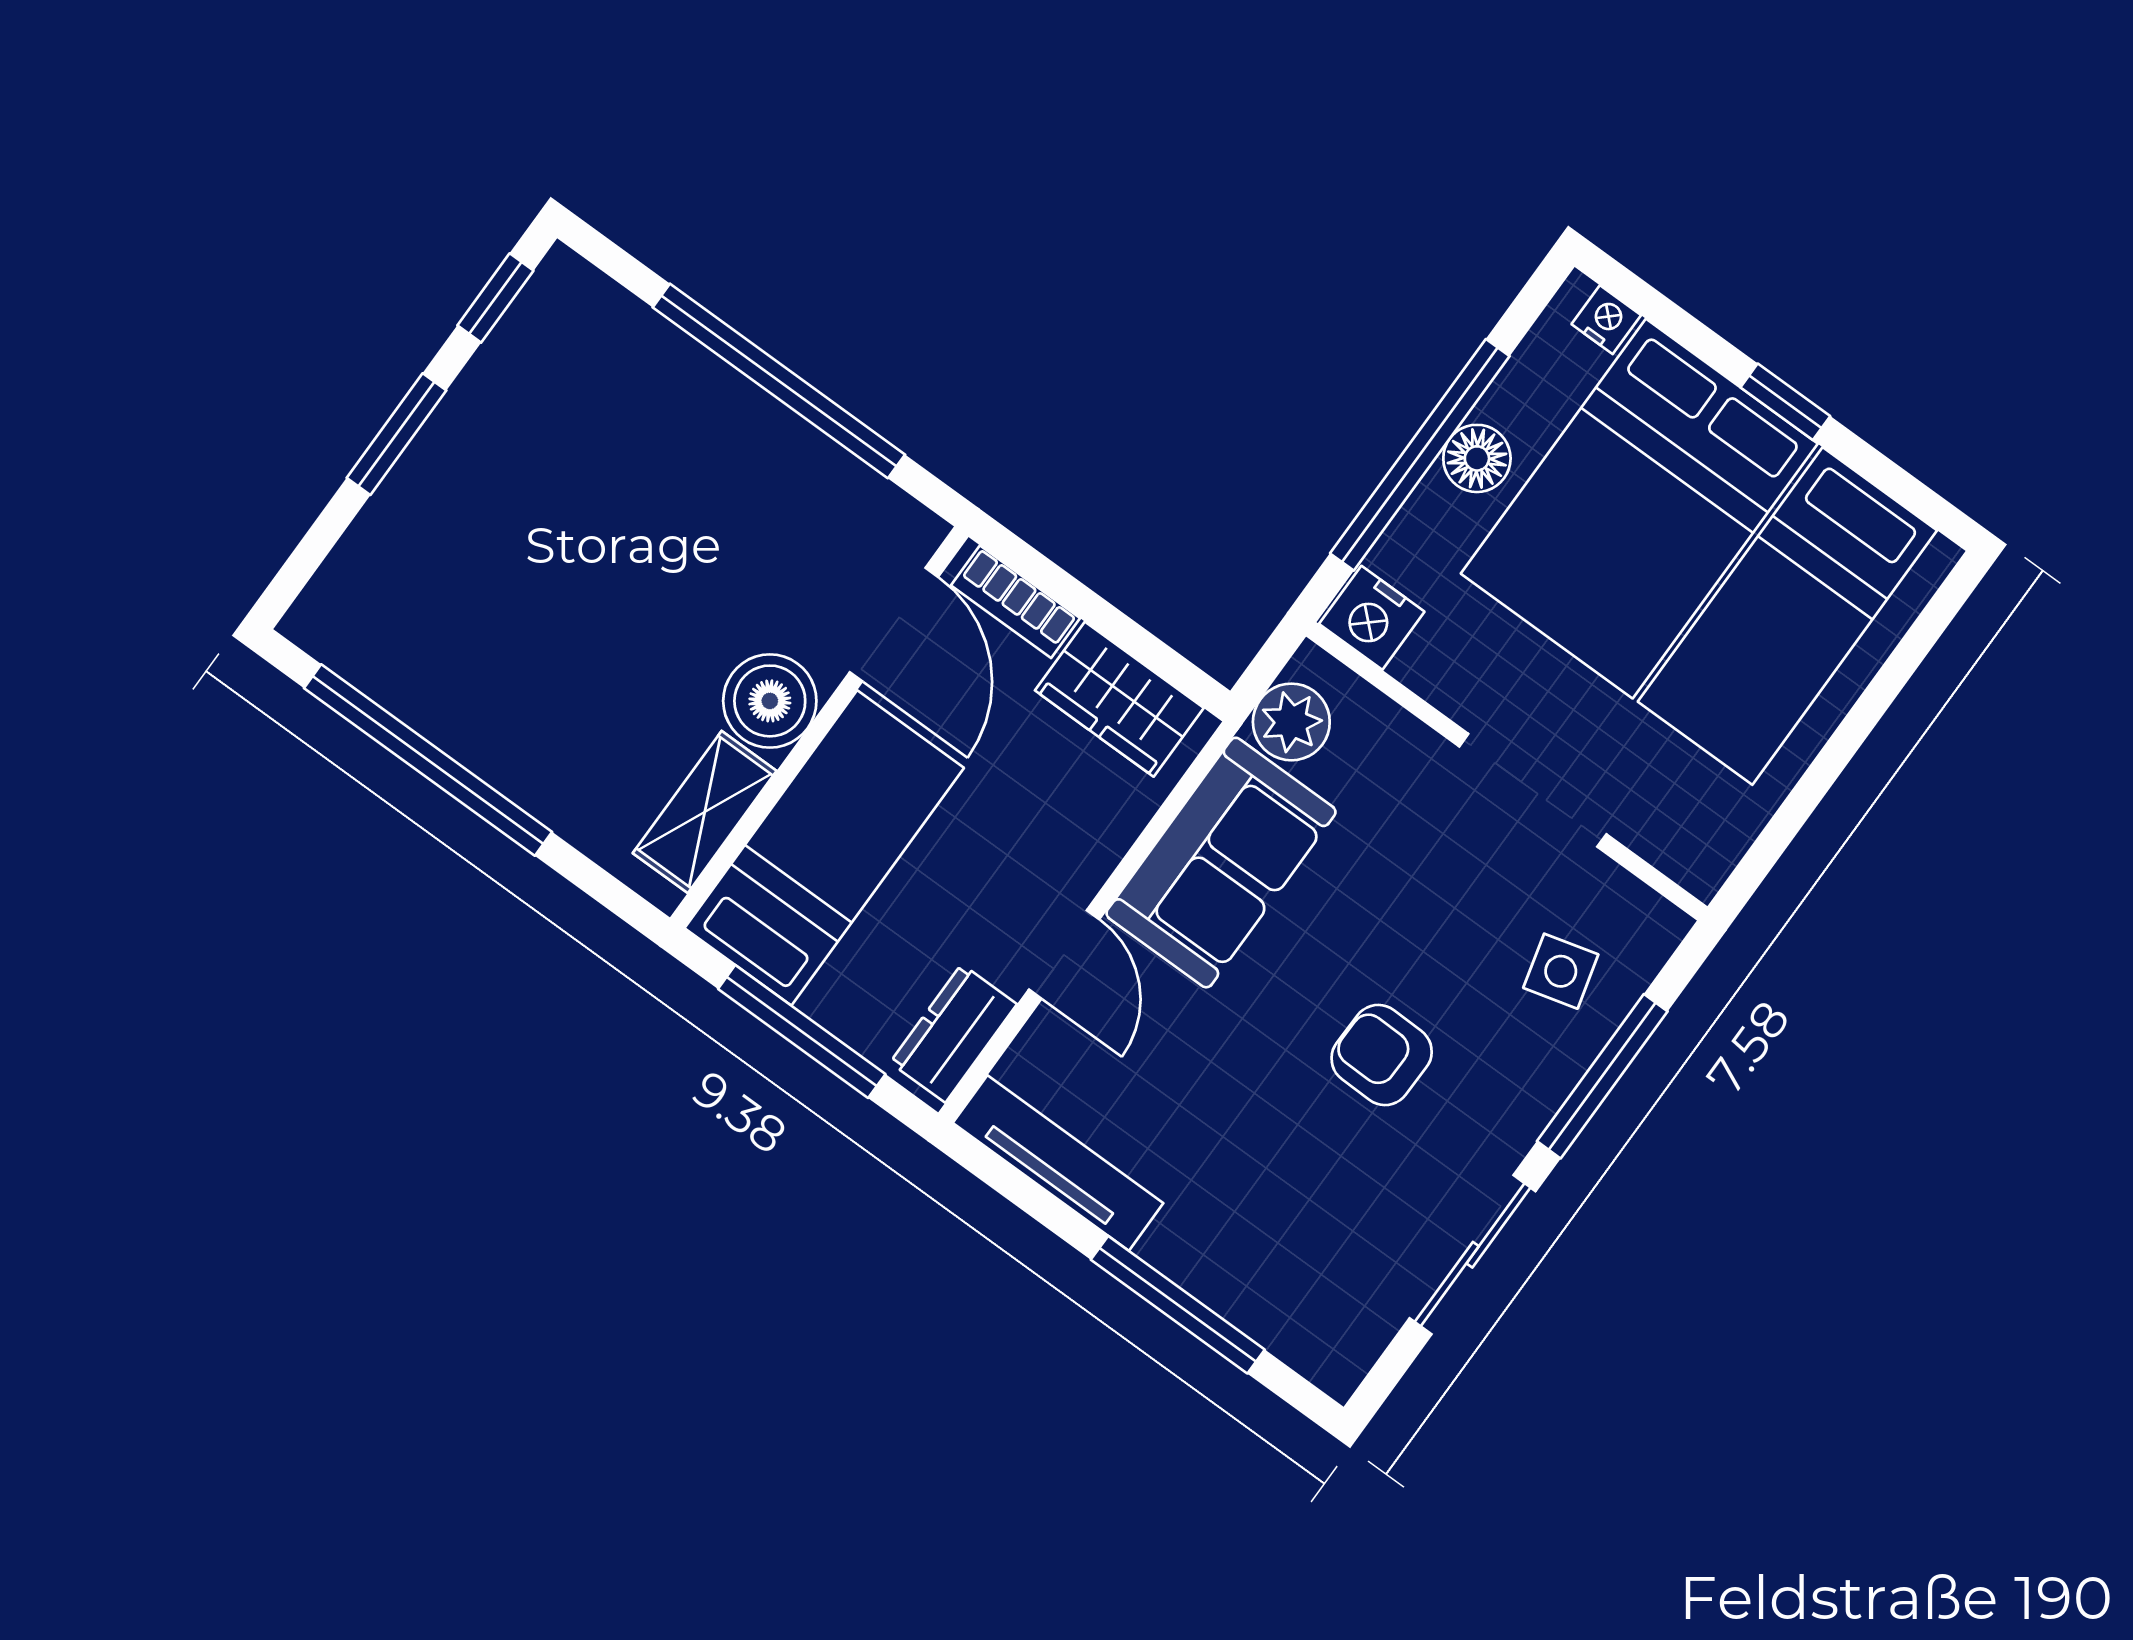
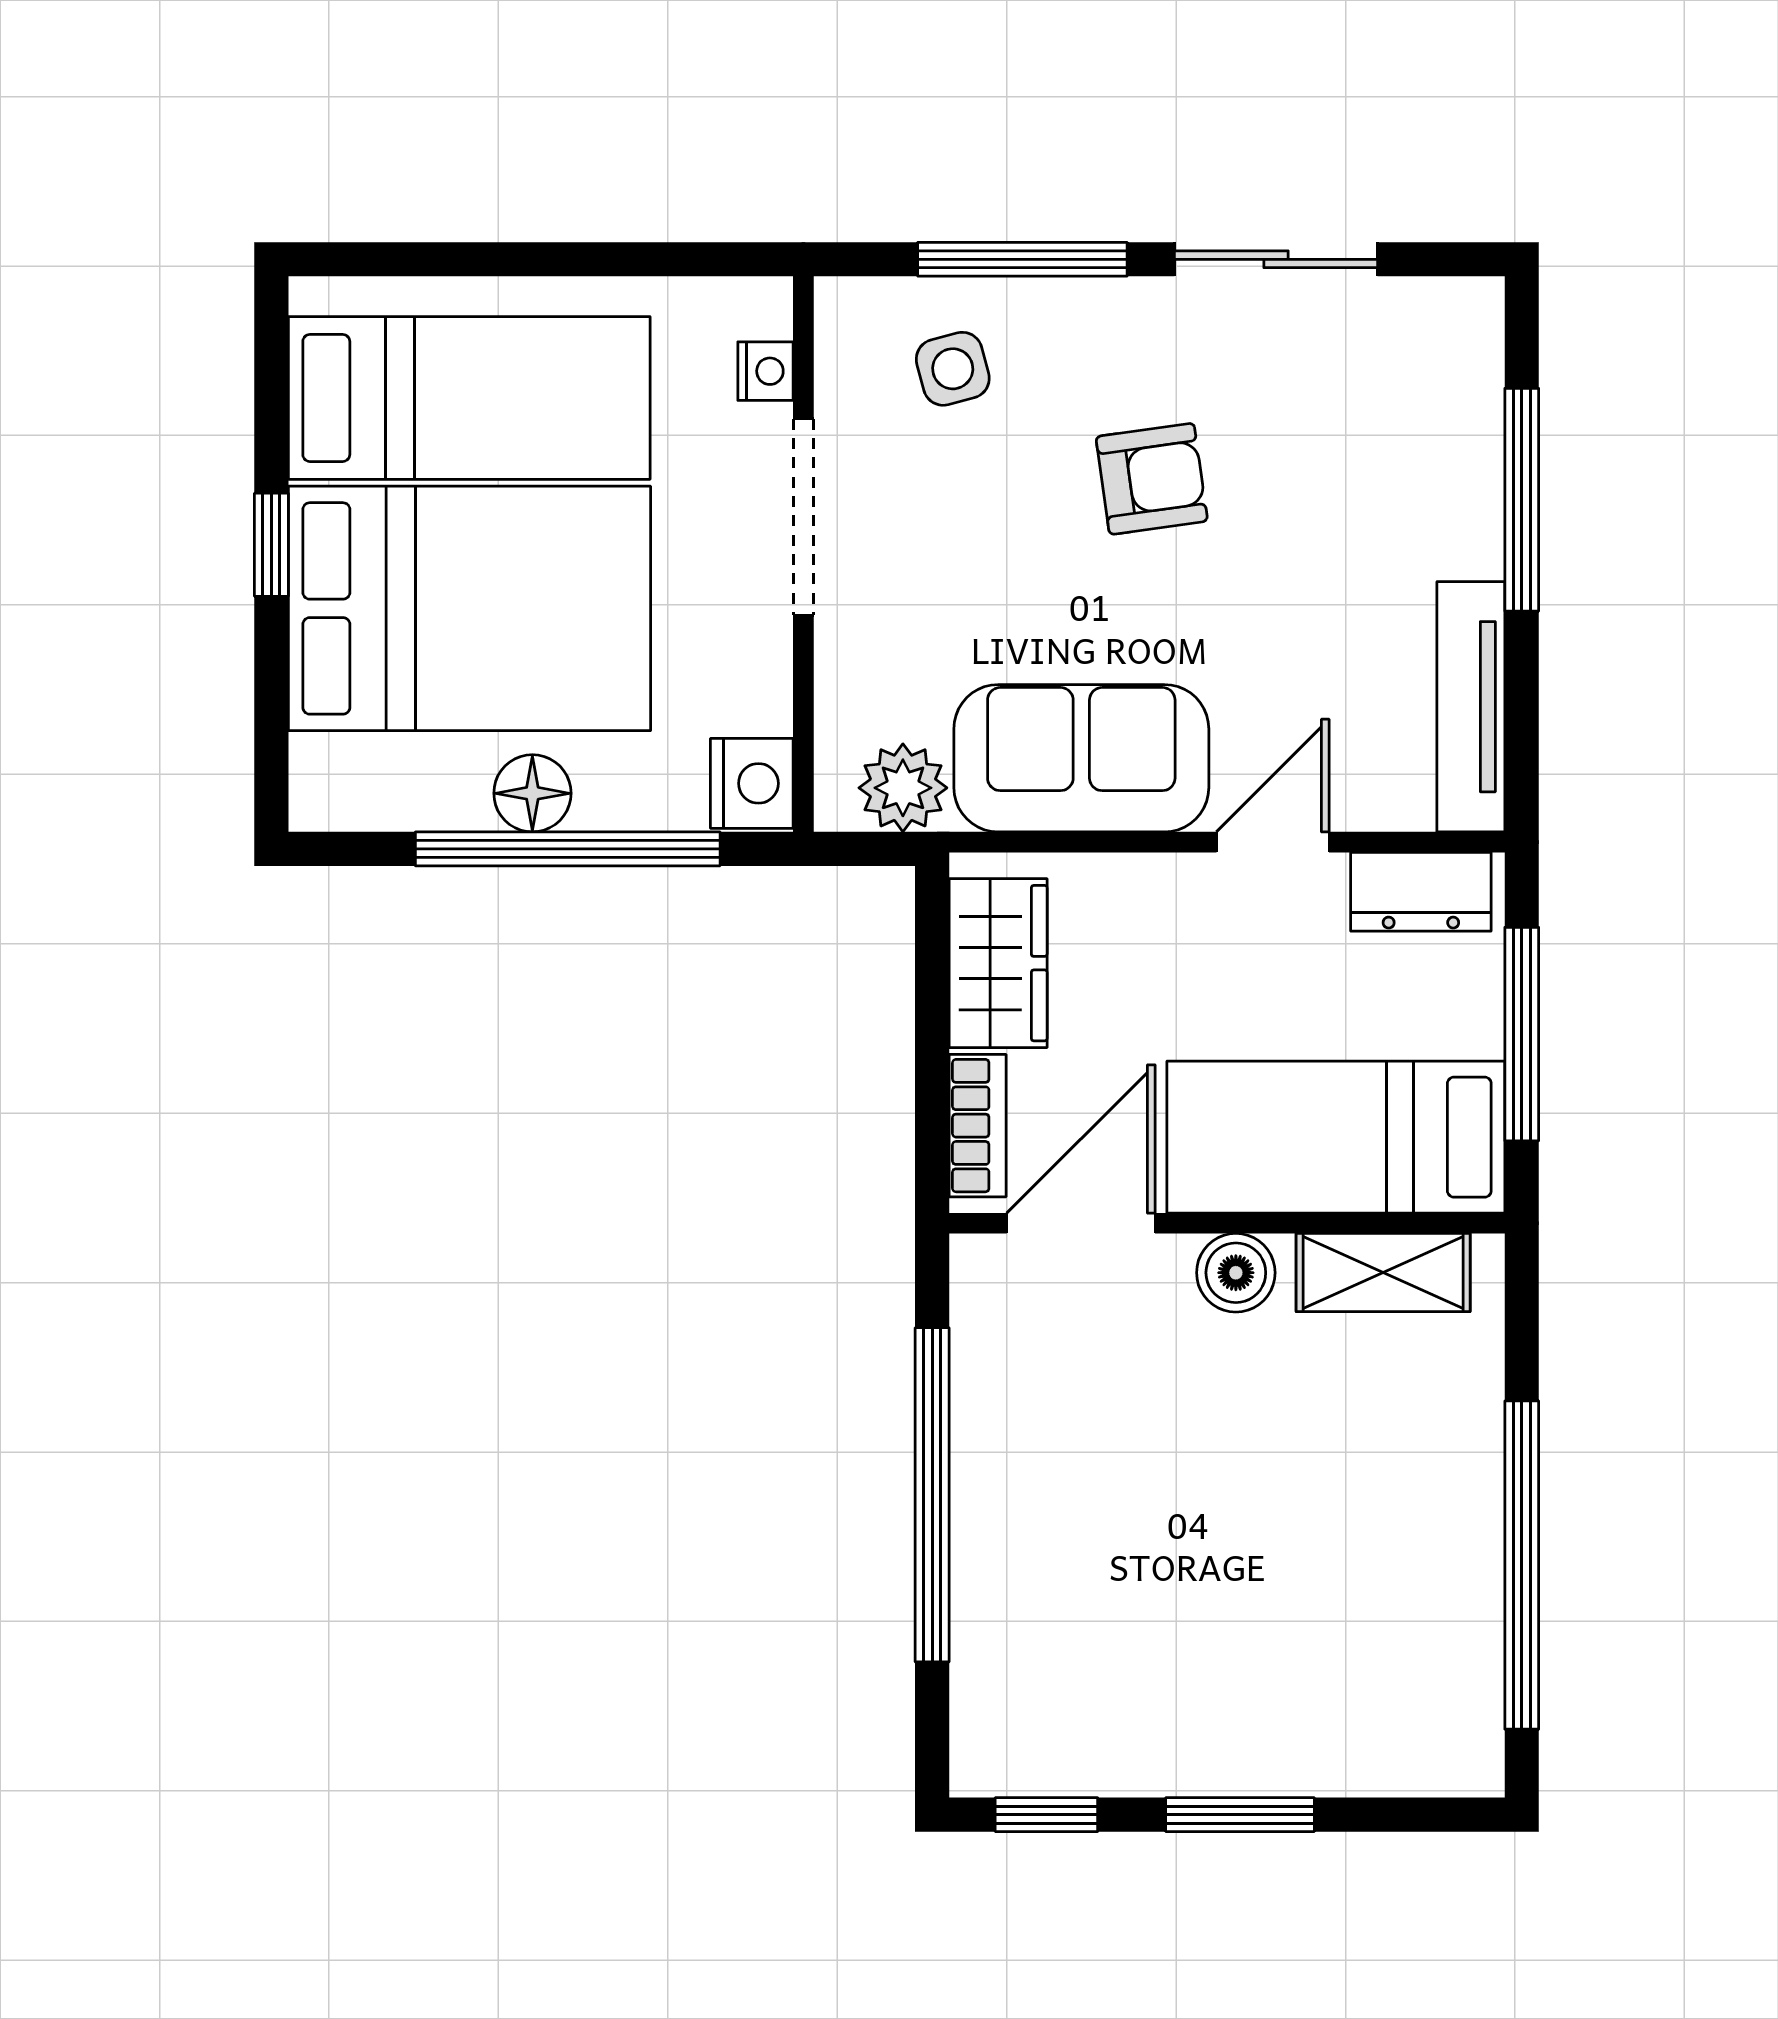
nightstand: (1606, 320) -> (765, 371), moved, turned 180
boiler: (770, 701) -> (1236, 1273), width x0.73, depth x0.73
armchair: (1382, 1055) -> (1152, 479), turned -99

